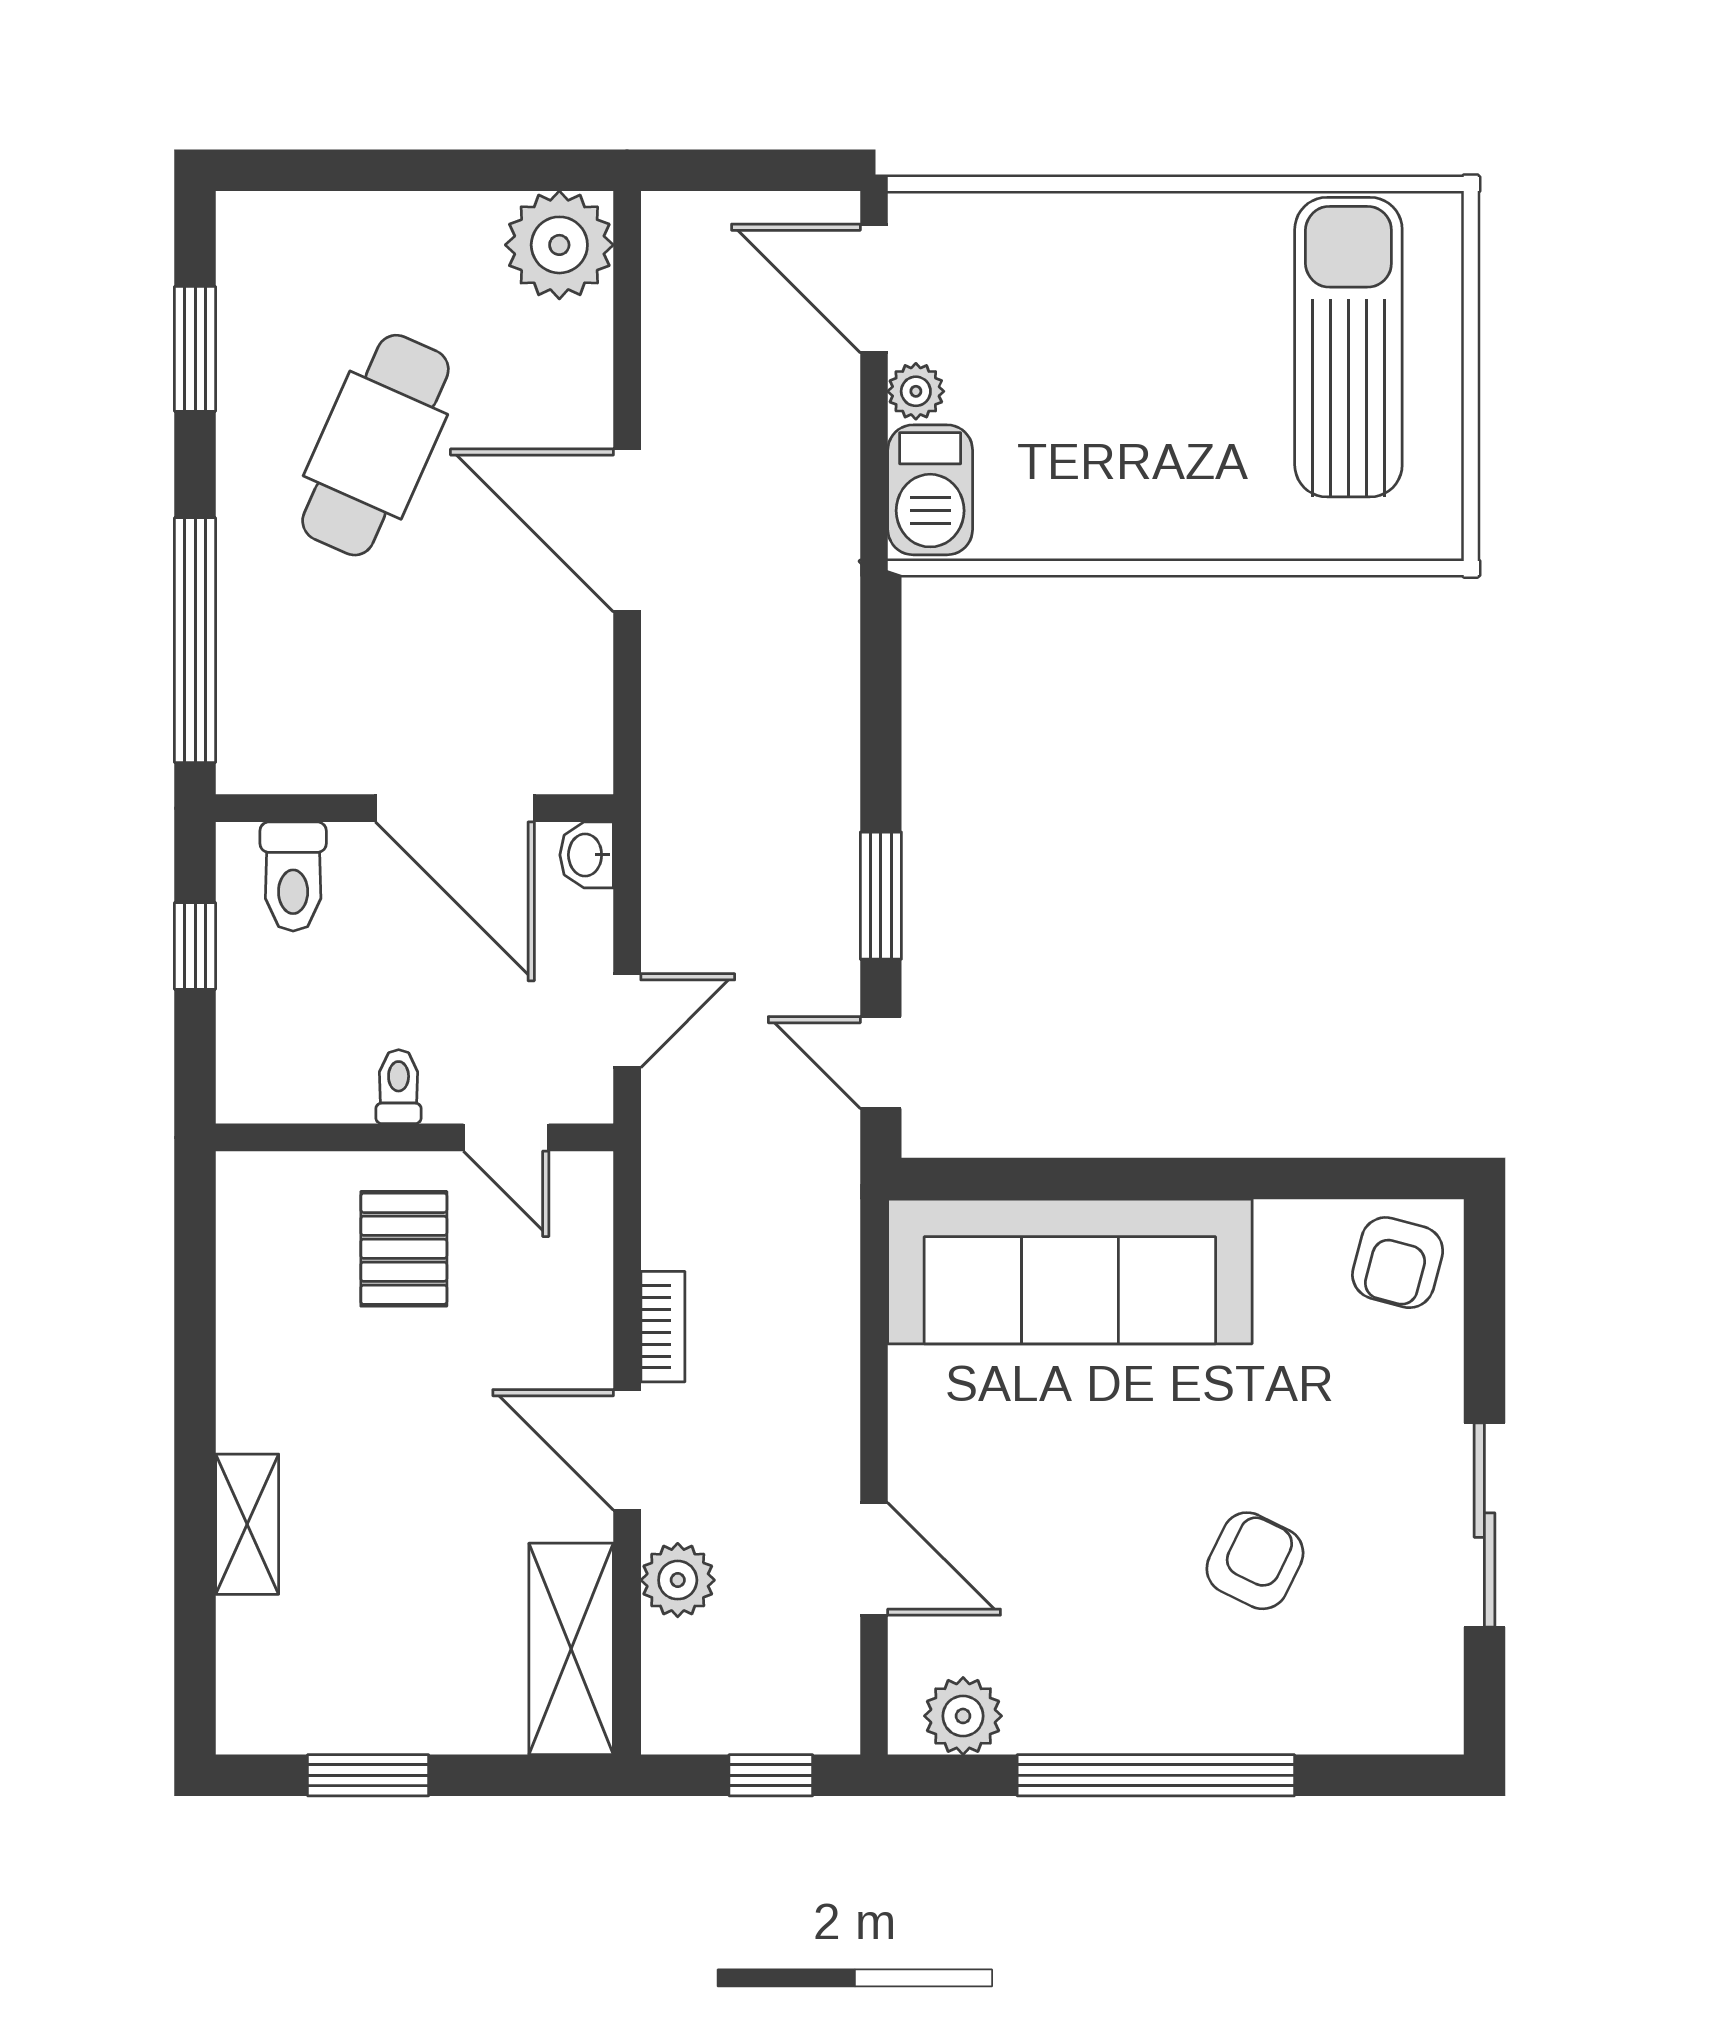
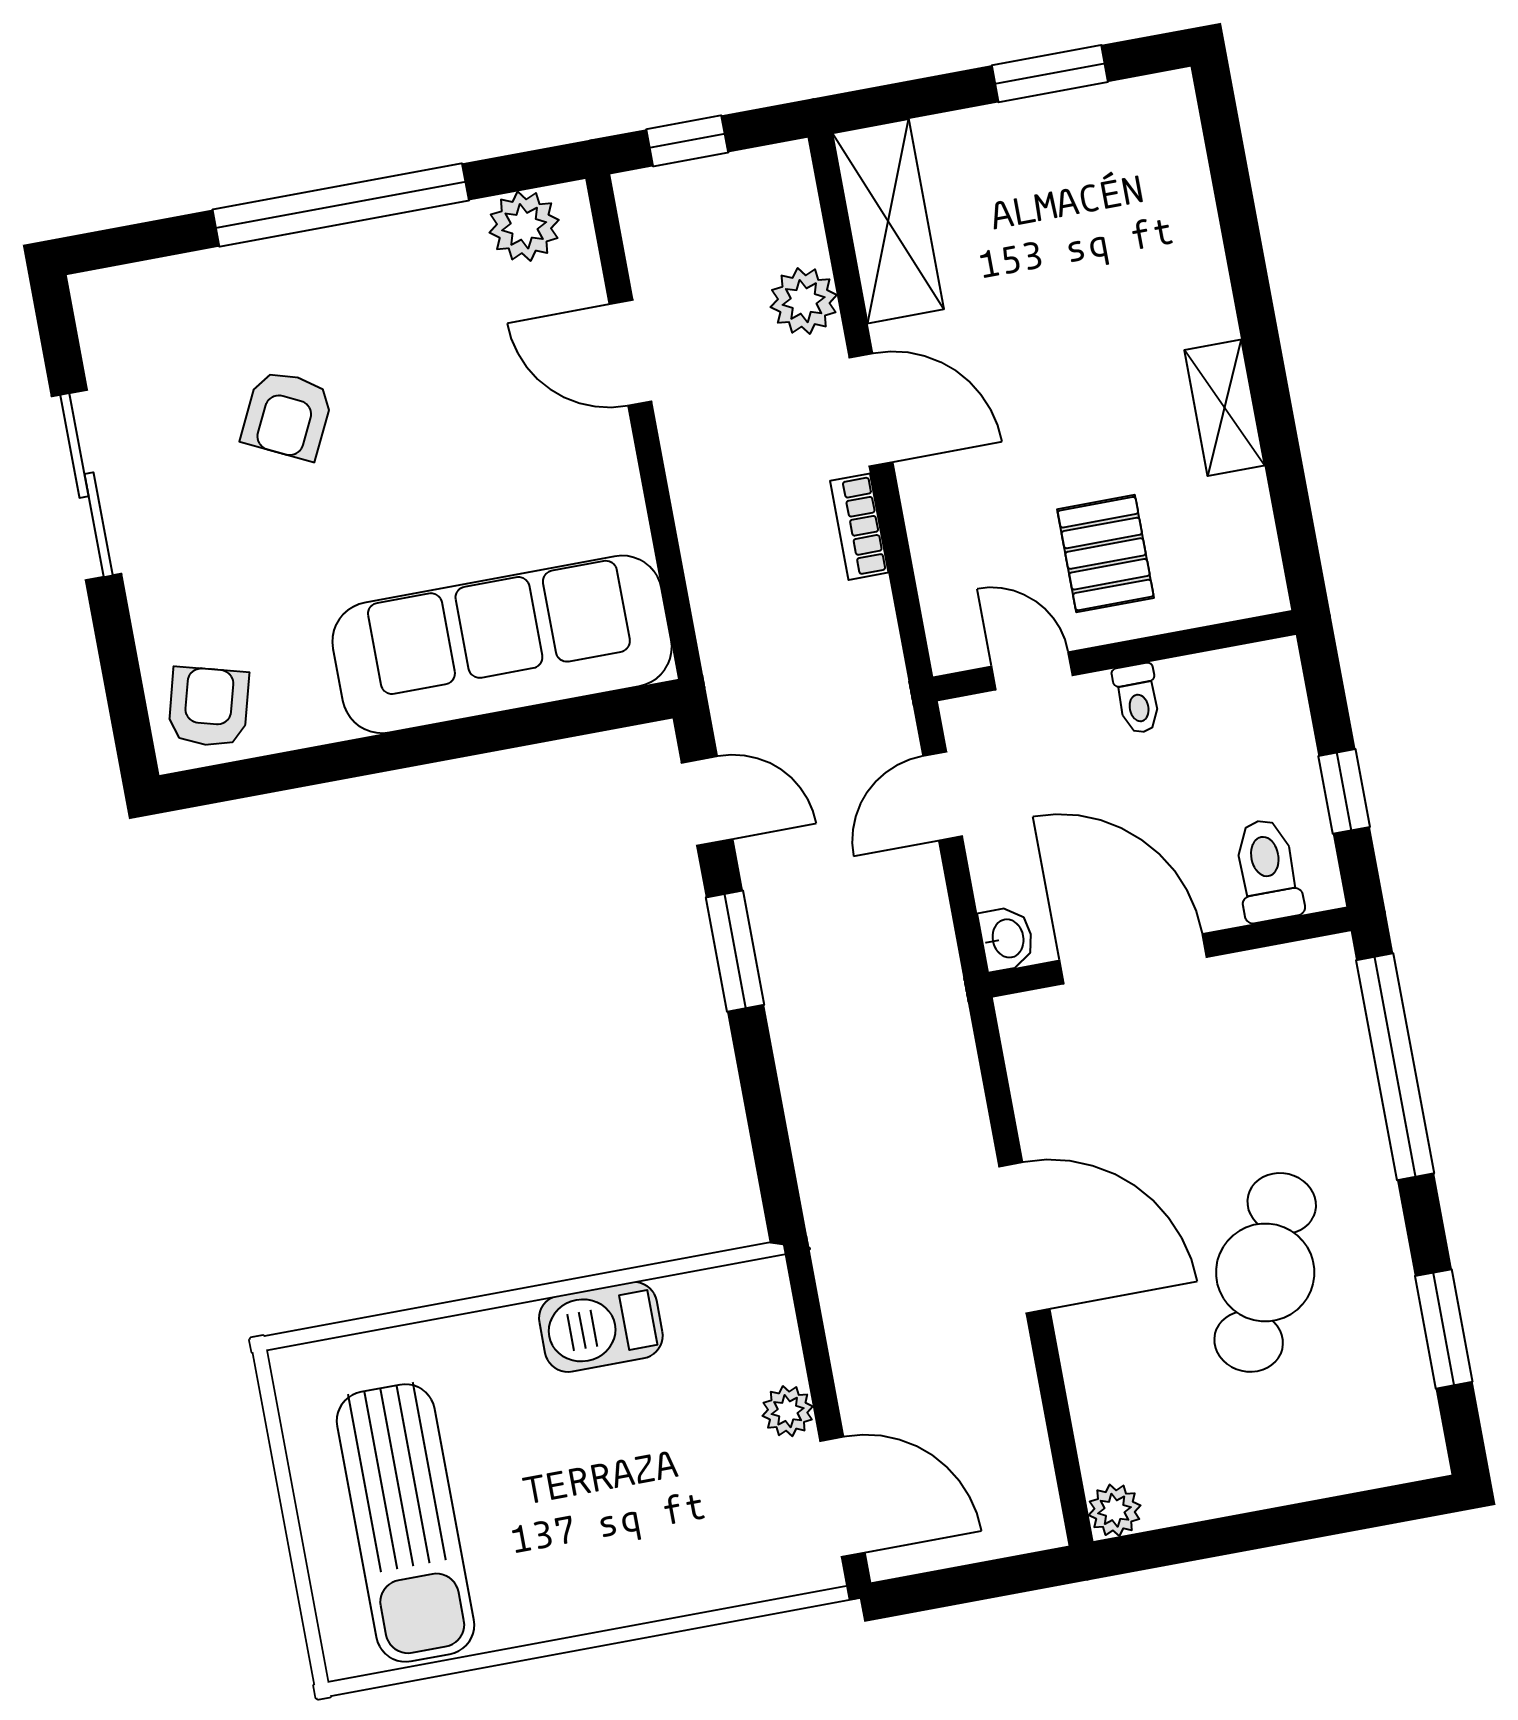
plant: (559, 245) -> (1115, 1510), width x0.53, depth x0.53
barbecue: (930, 490) -> (601, 1327), moved, turned -90
shelving: (247, 1524) -> (1224, 408), moved

